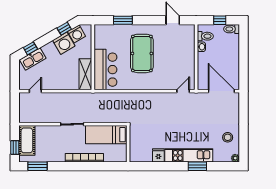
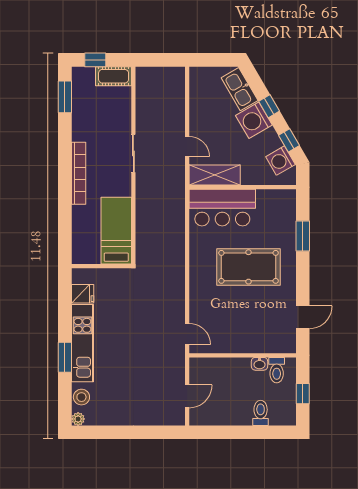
toilet: (231, 29) -> (261, 413), moved
washing machine: (64, 43) -> (254, 120), moved
window: (30, 48) -> (269, 106), moved
door: (35, 91) -> (187, 147), moved
door: (221, 91) -> (187, 396), width x0.53
bed: (106, 135) -> (116, 231), moved
stool: (228, 137) -> (81, 397), moved
cot: (27, 140) -> (114, 76), width x0.73, depth x0.75
wall: (128, 144) -> (101, 266), moved

